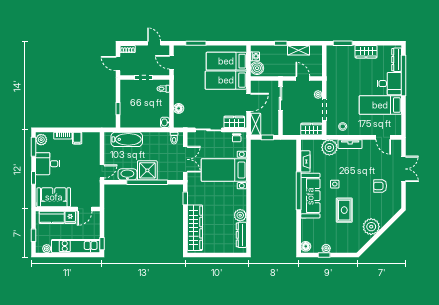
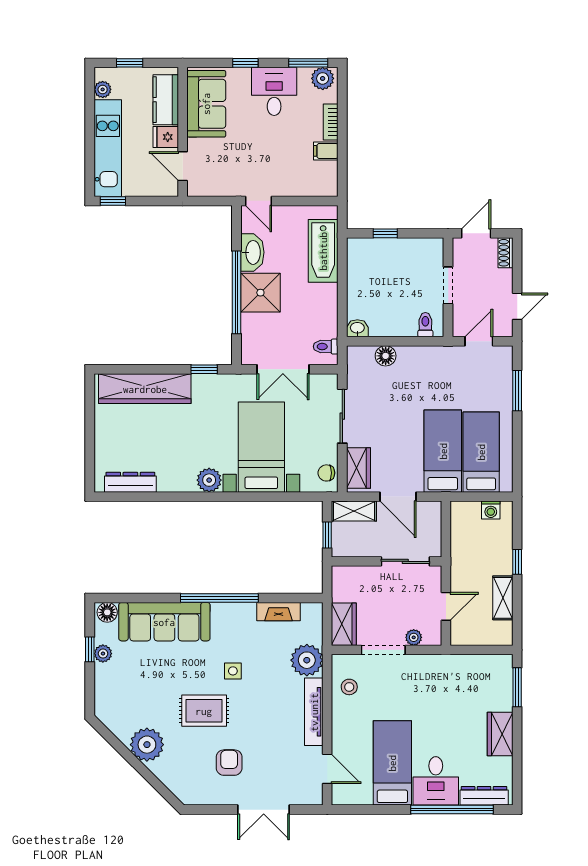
boiler: (257, 68) -> (467, 514), removed
door: (383, 137) -> (327, 769), swing flipped
tv unit: (350, 144) -> (314, 712), width x1.41
sofa: (310, 196) -> (164, 622), moved
rug: (344, 210) -> (204, 711), moved
plant: (240, 215) -> (209, 480), moved

